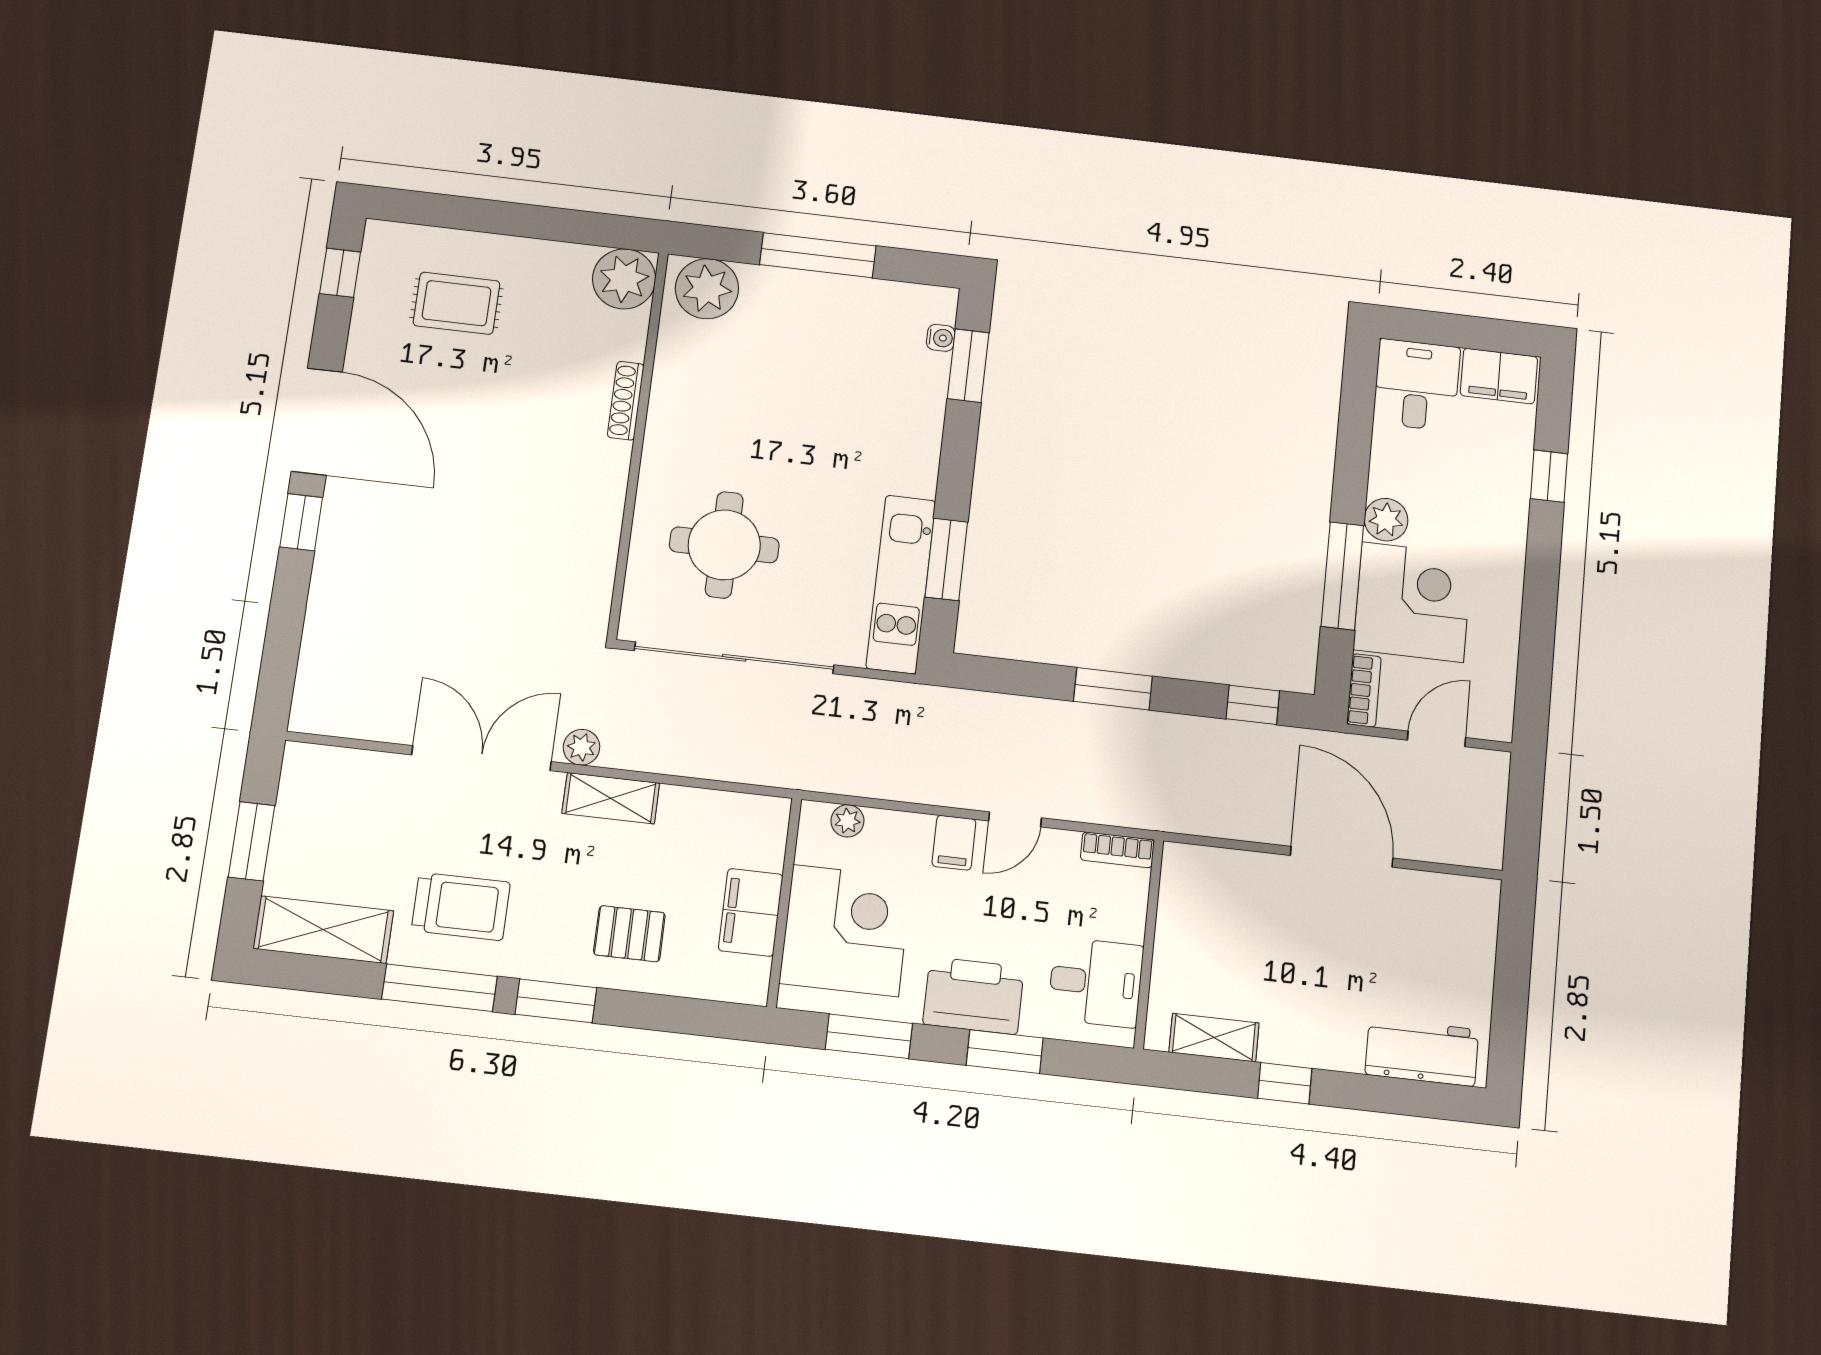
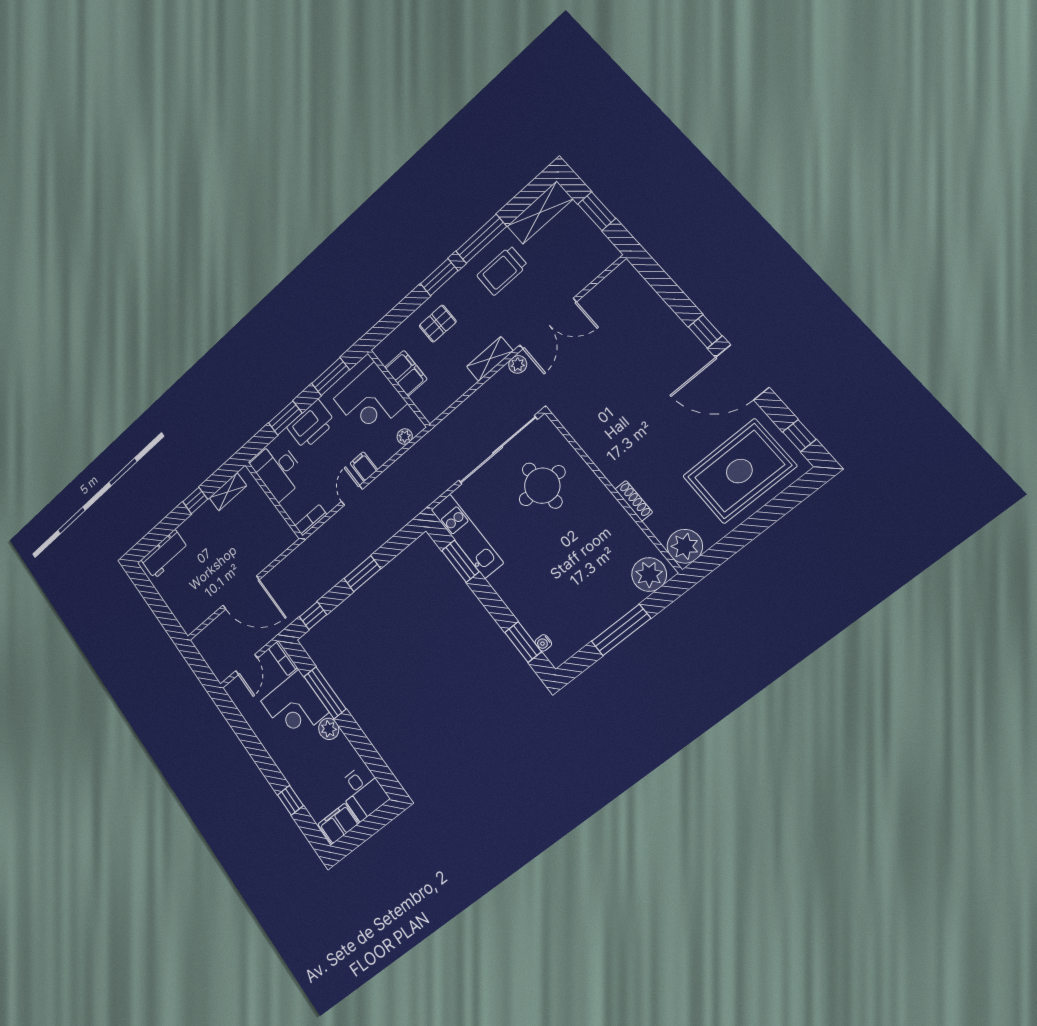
rug: (457, 303) -> (739, 471), width x1.86, depth x2.06
desk: (1096, 982) -> (278, 470), width x1.37

